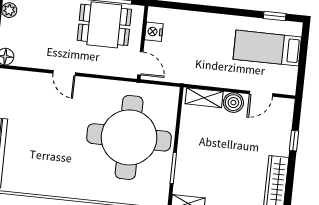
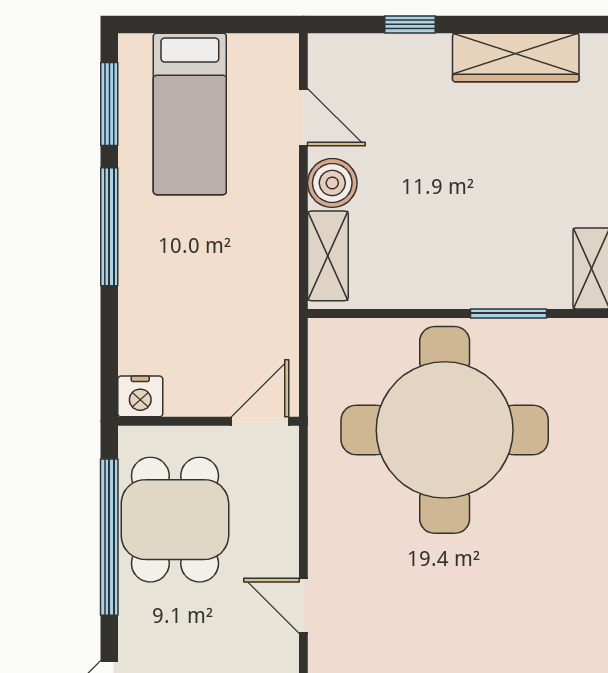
window: (225, 11) -> (109, 227), added
window: (275, 16) -> (109, 104), width x1.50
nightstand: (154, 32) -> (140, 396), moved
door: (64, 73) -> (303, 606), swing flipped

